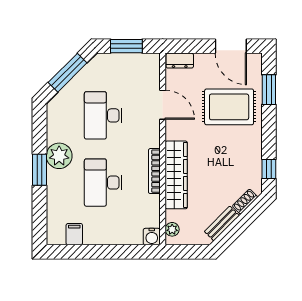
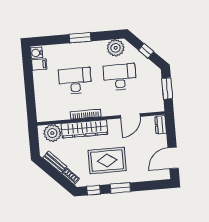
window: (68, 73) -> (146, 51), width x0.46
window: (269, 90) -> (120, 188), moved
rug: (229, 107) -> (107, 161), moved, turned 90
plant: (59, 156) -> (116, 48), moved
plant: (172, 229) -> (52, 133), width x1.87, depth x1.87
water cooler: (152, 237) -> (37, 53), moved

